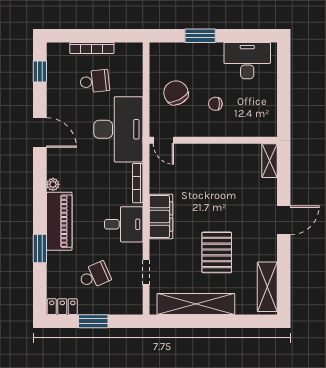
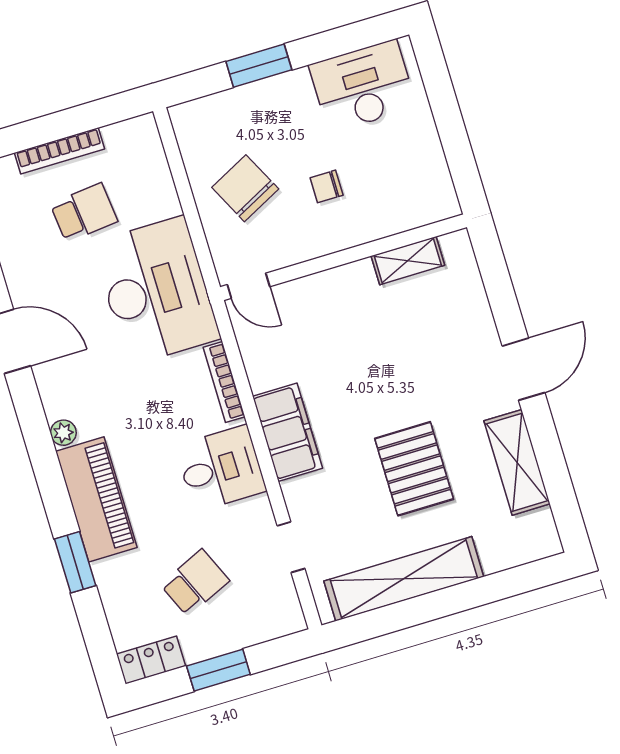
shelving: (270, 161) -> (408, 261), moved, turned 90
shelving: (267, 287) -> (517, 462), moved

